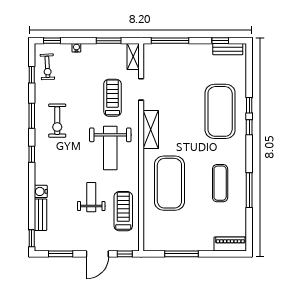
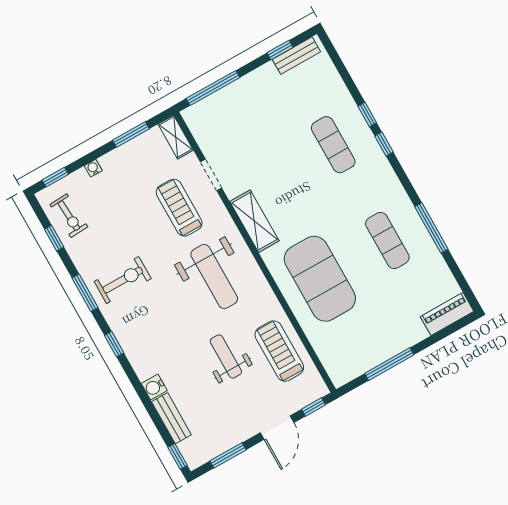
exercise mat: (220, 111) -> (333, 145), width x0.50, depth x0.69
exercise bike: (57, 121) -> (123, 280), turned -90

